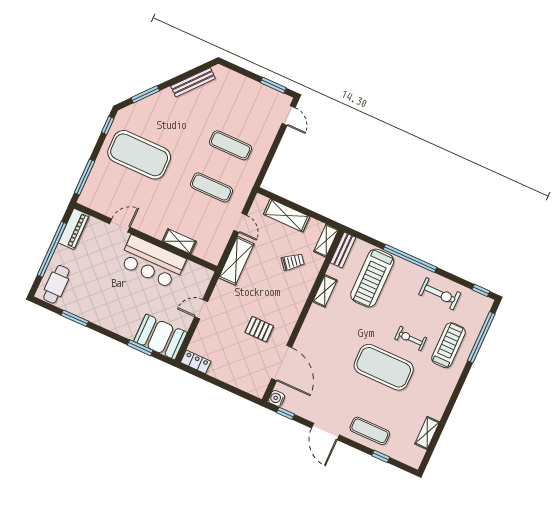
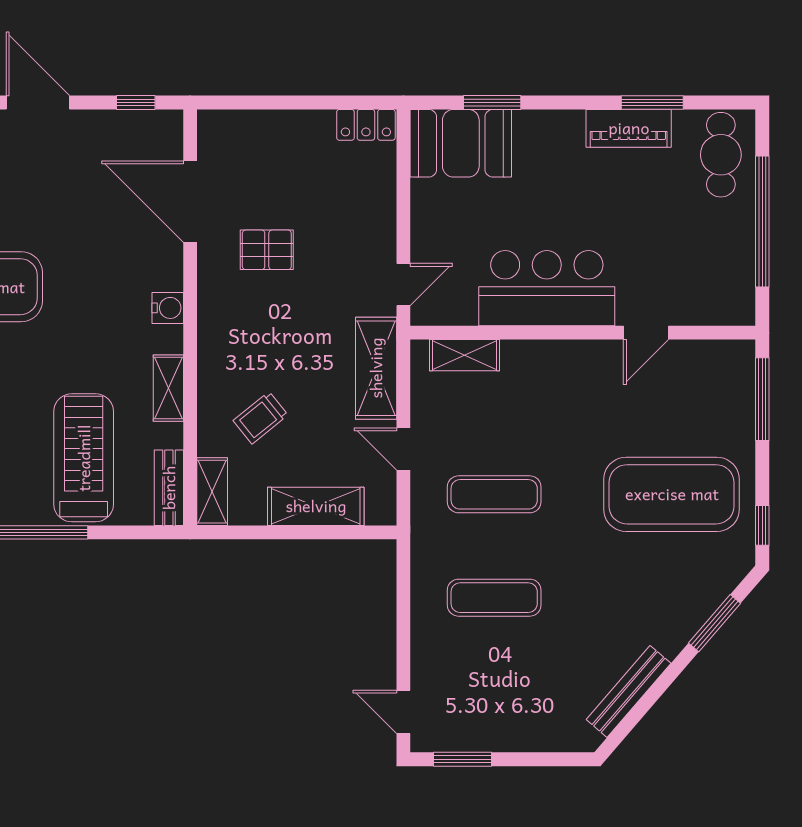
piano: (74, 229) -> (629, 128), moved, turned -90
shelving: (179, 241) -> (465, 355), moved
door: (201, 309) -> (403, 284), moved
water cooler: (277, 398) -> (168, 308), moved

